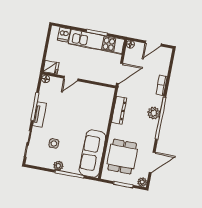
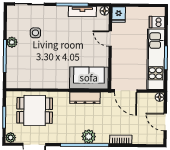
tv unit: (40, 115) -> (82, 12), moved
sofa: (93, 154) -> (89, 78), moved, width x0.73

